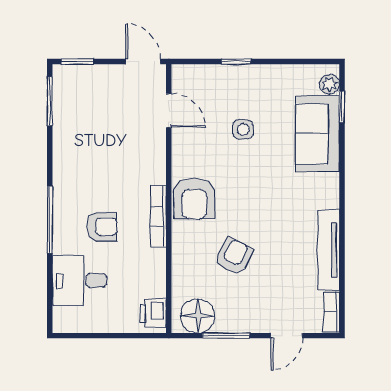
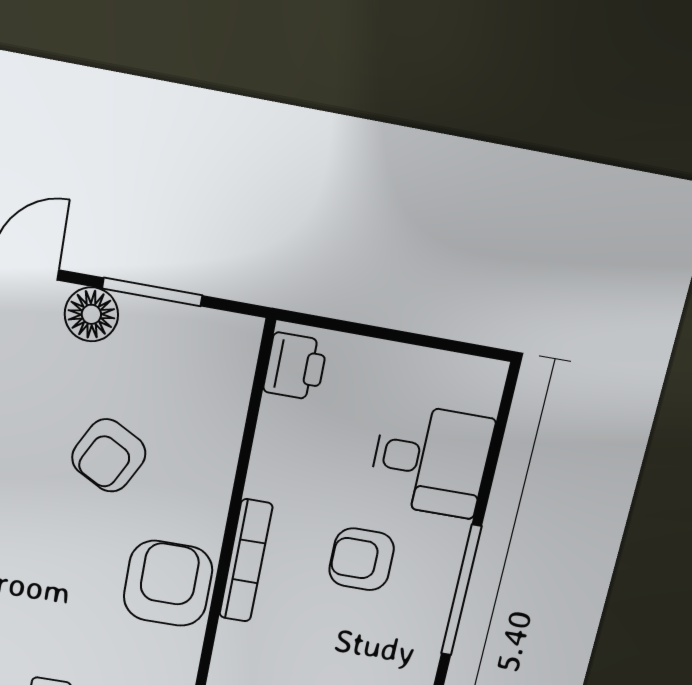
floor lamp: (198, 316) -> (91, 314), moved, width x0.73, depth x0.73

